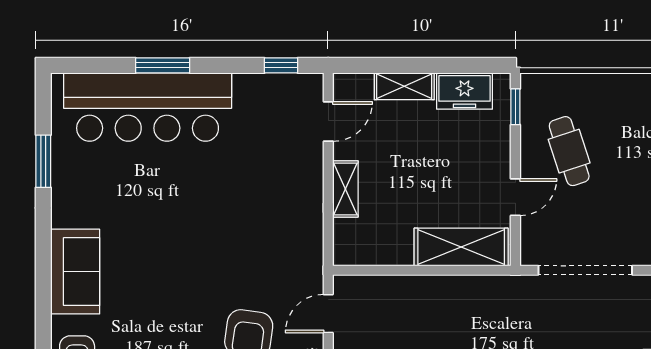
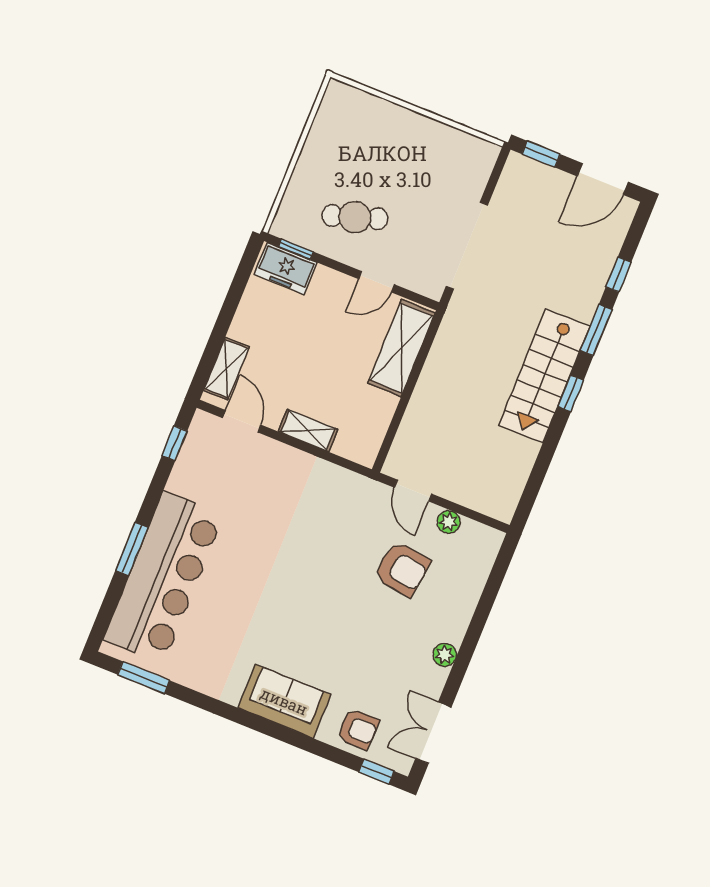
shelving: (404, 86) -> (226, 369), moved
freezer: (464, 91) -> (286, 269), moved, turned 90
window: (43, 161) -> (144, 678), moved
door: (515, 197) -> (377, 282), swing flipped

